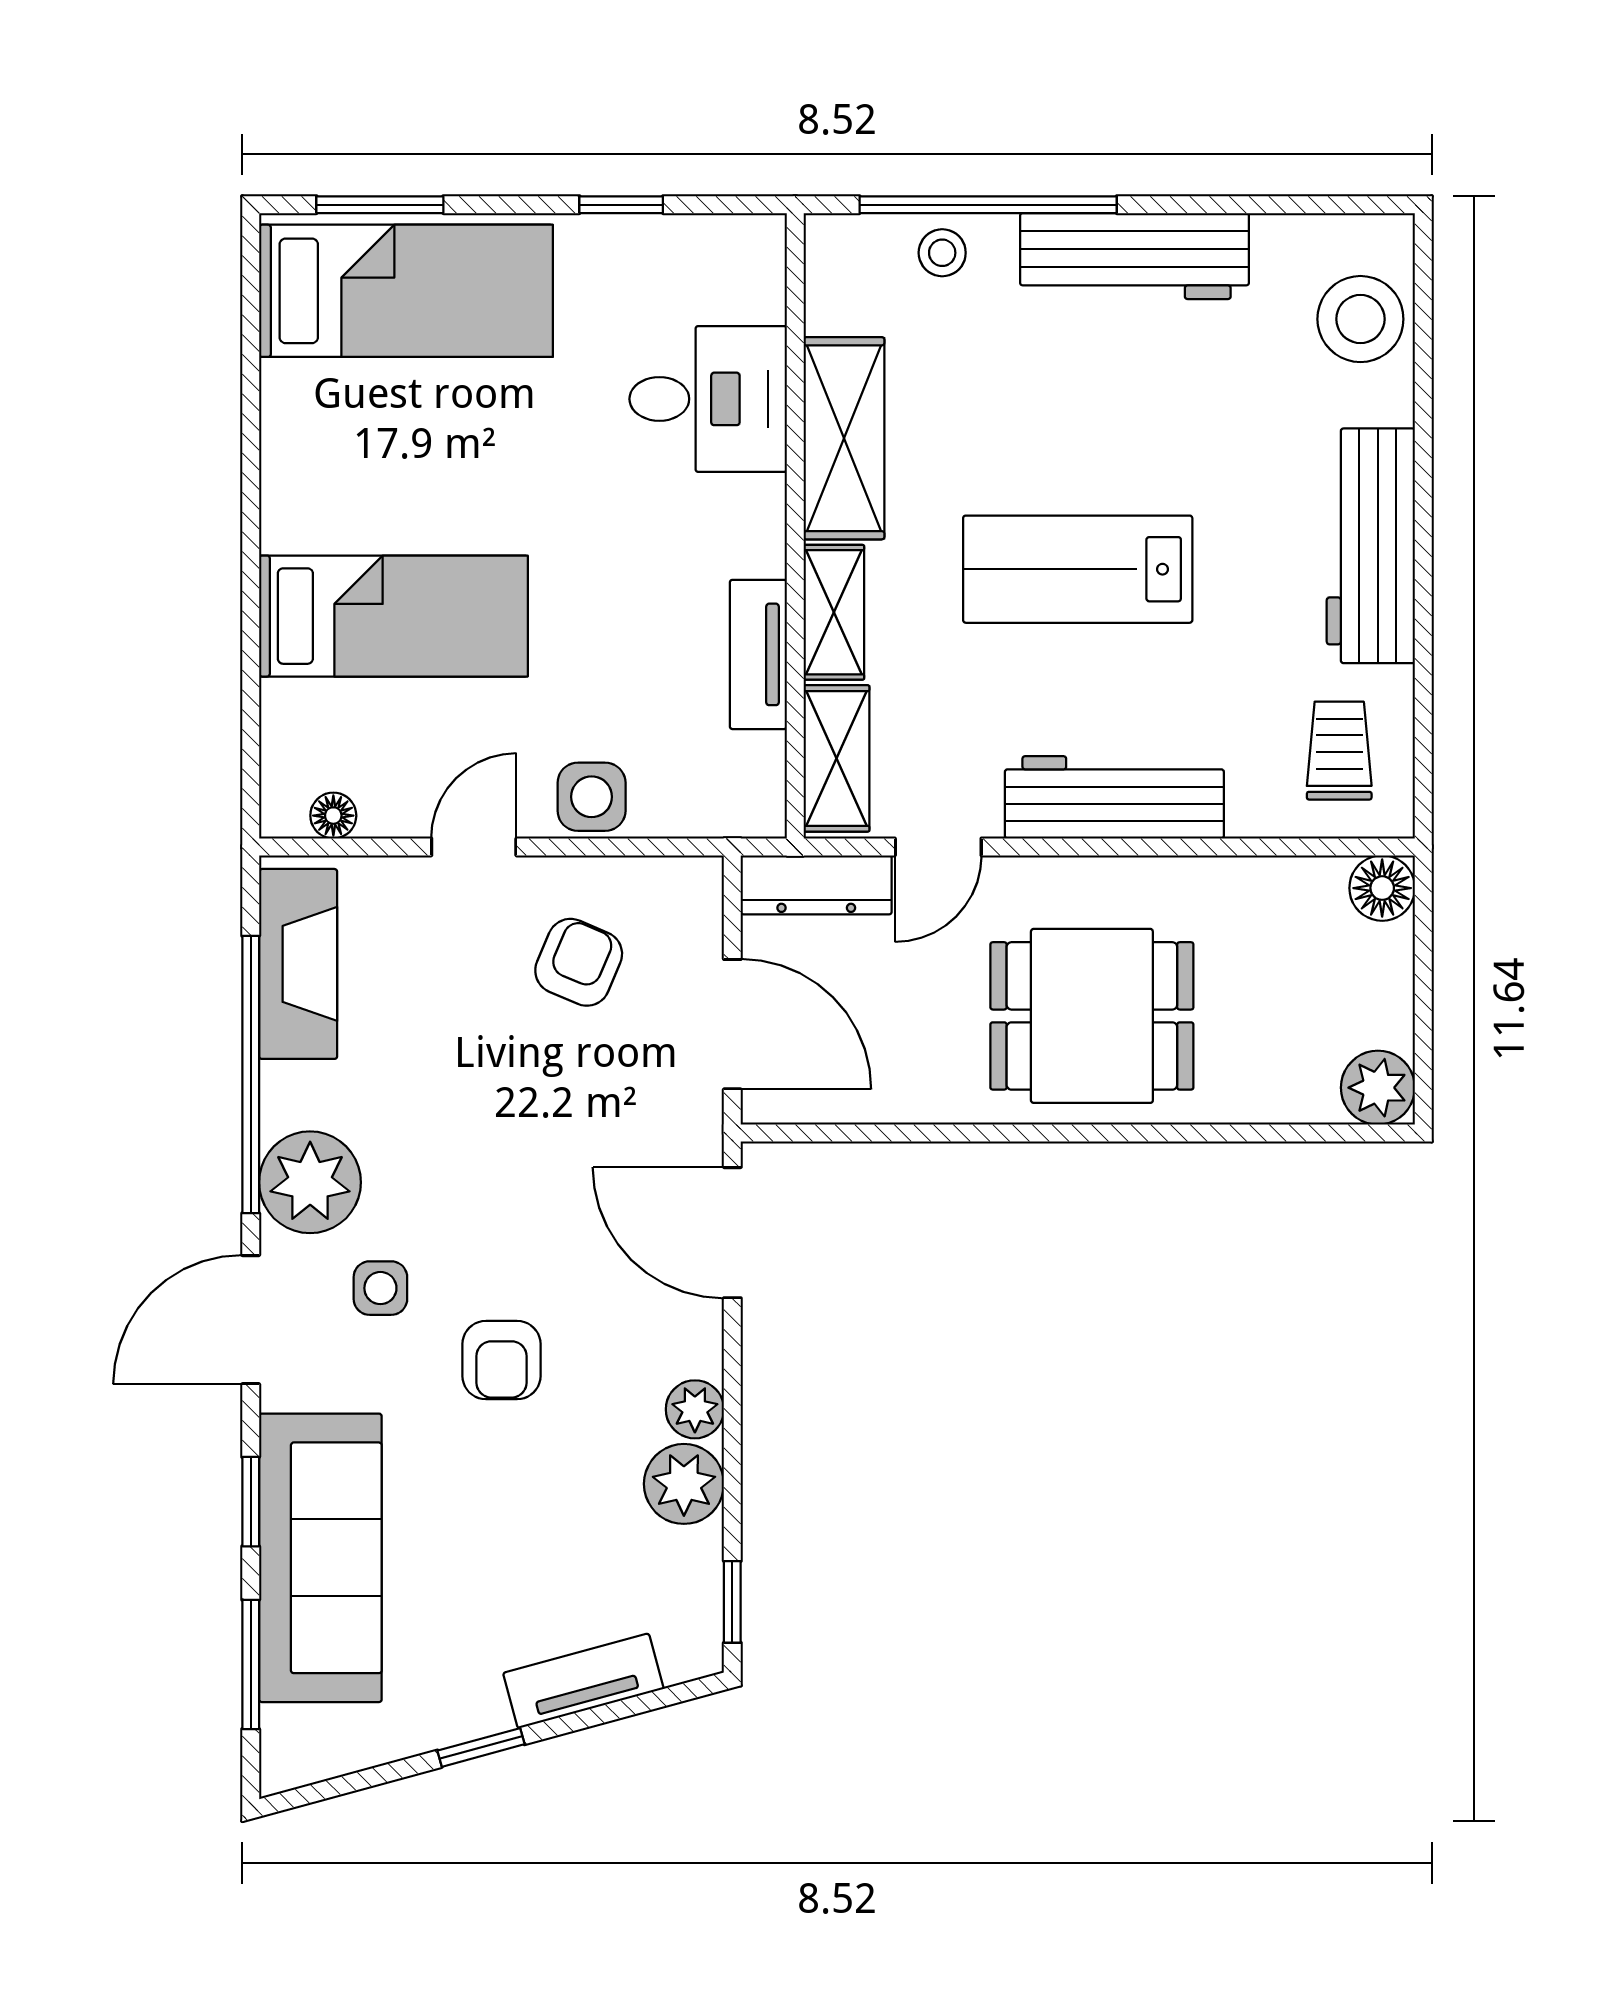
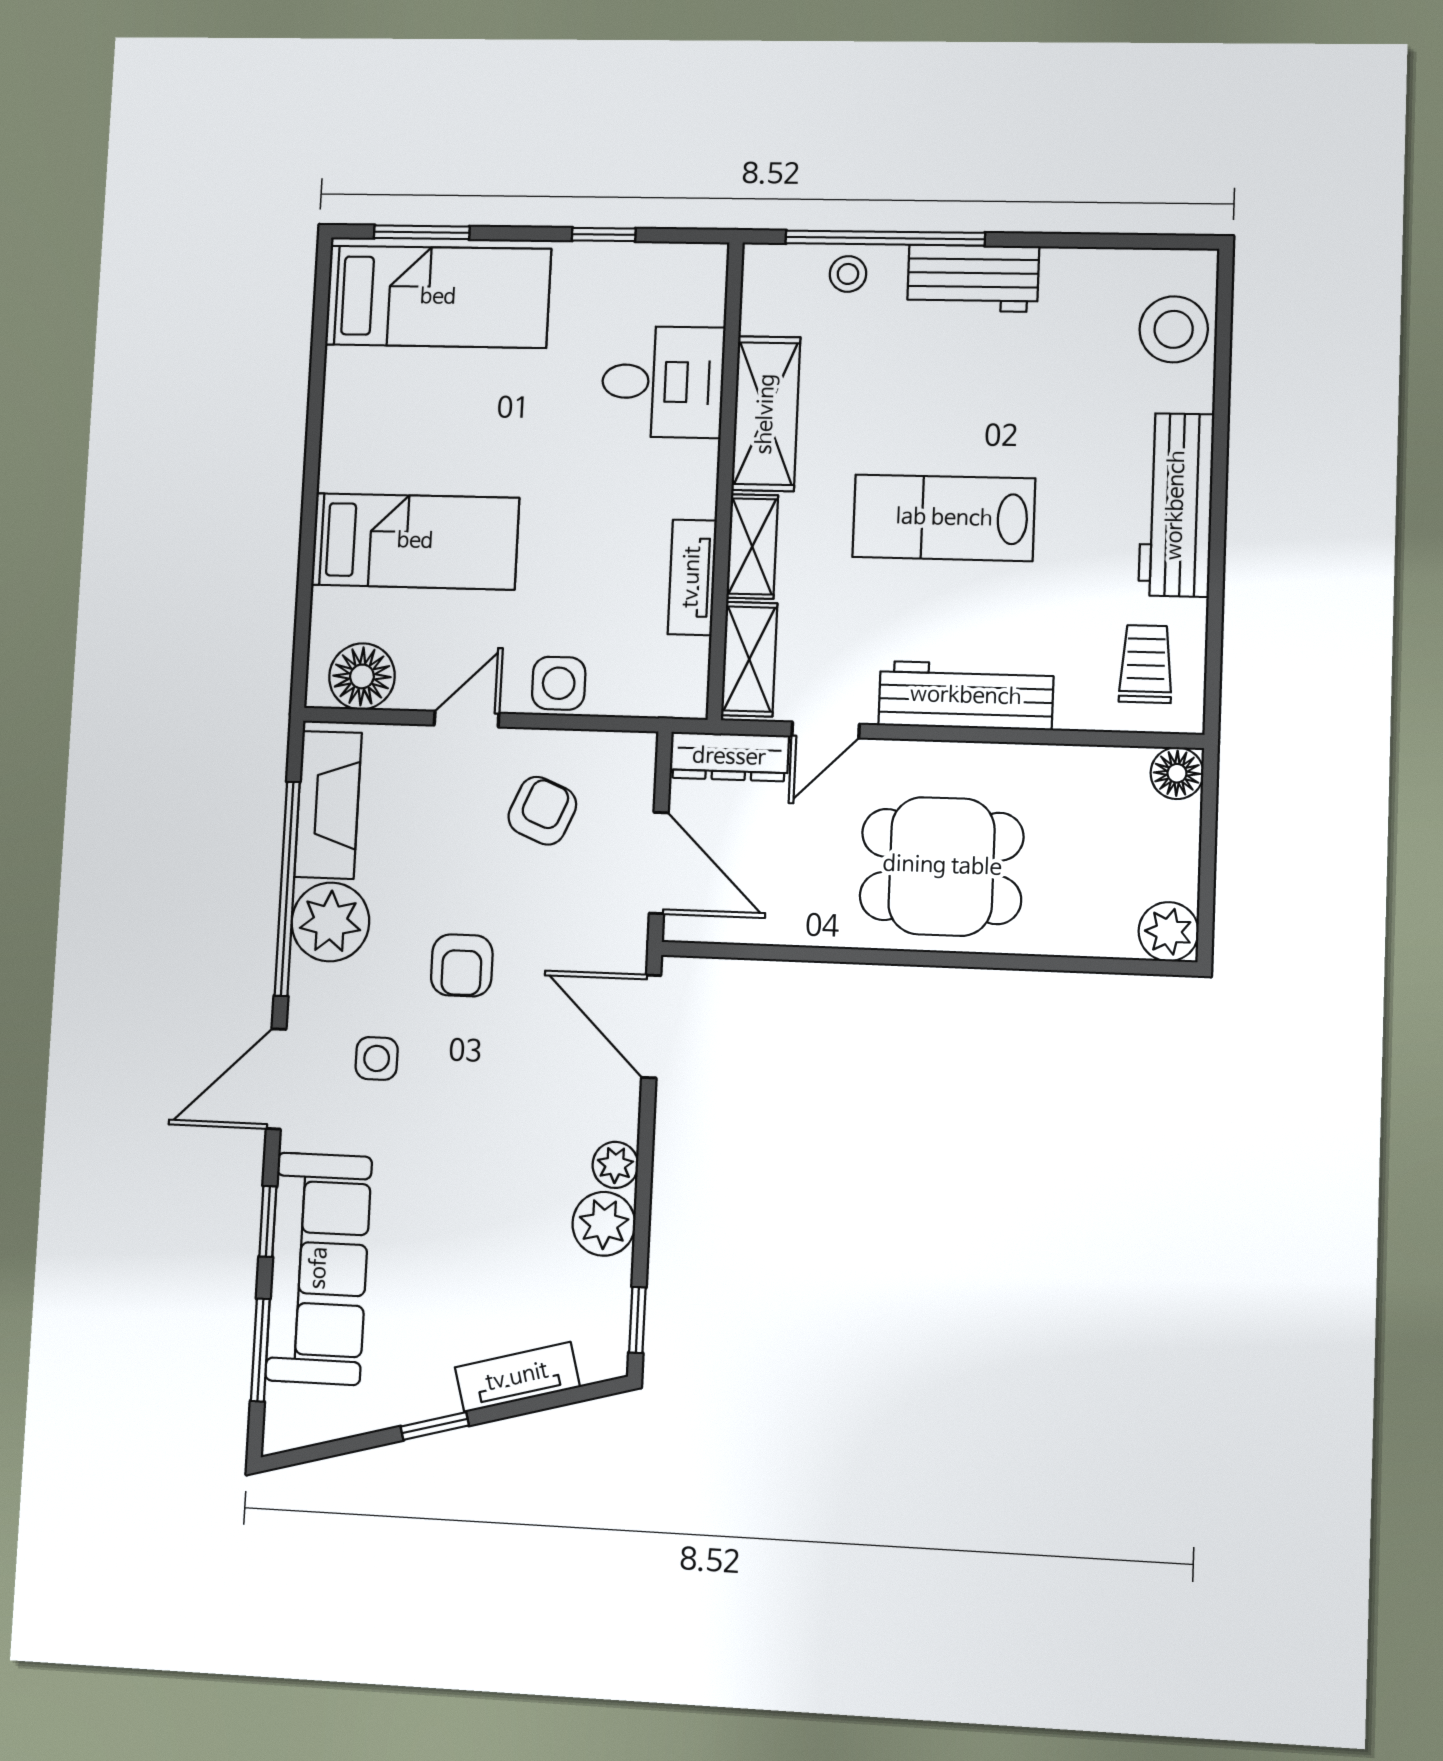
workbench: (1134, 256) -> (973, 278), width x0.73
floor lamp: (333, 816) -> (362, 676), width x1.89, depth x1.89
plant: (310, 1182) -> (330, 922), moved
armchair: (501, 1360) -> (462, 965), moved

